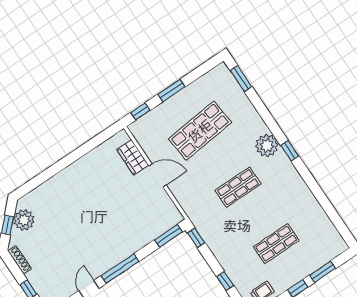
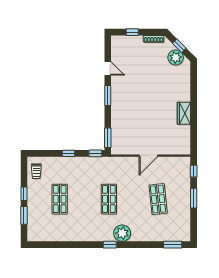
shop shelf: (200, 131) -> (158, 199), width x0.70, depth x0.74
wardrobe: (133, 157) -> (184, 113), moved, turned -90
window: (120, 269) -> (108, 95), width x0.69
window: (225, 281) -> (69, 153), moved

